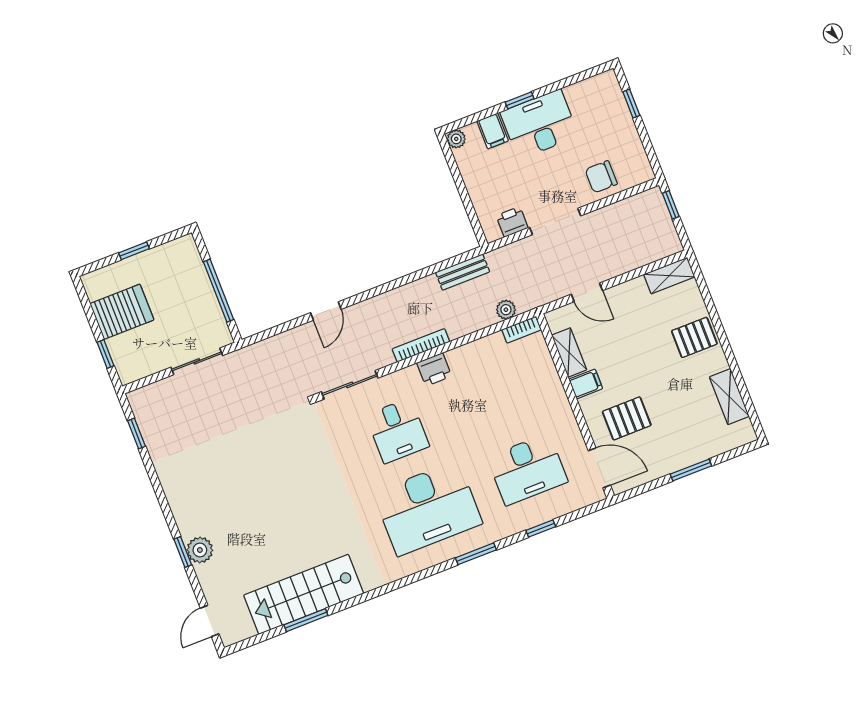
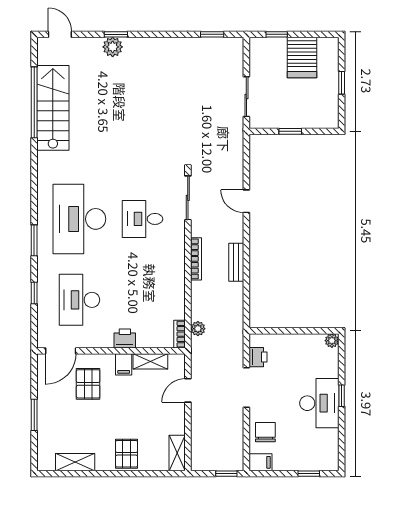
filing cabinet: (493, 131) -> (261, 462), moved, turned 180
bench: (463, 272) -> (236, 262), moved
window: (218, 291) -> (290, 131), width x0.46
printer: (434, 369) -> (125, 339), moved, turned 90
window: (306, 620) -> (34, 102), width x2.11

